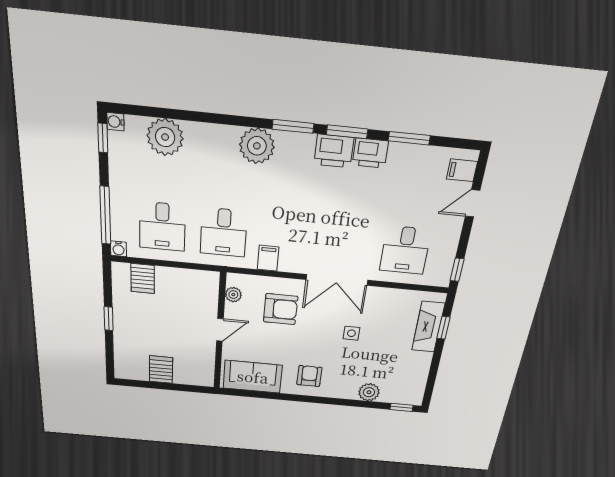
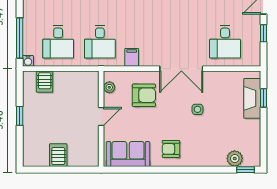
window: (457, 270) -> (264, 33), moved
armchair: (309, 376) -> (171, 149), turned -90
plant: (369, 392) -> (235, 158), moved

